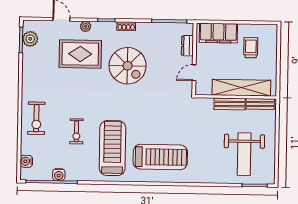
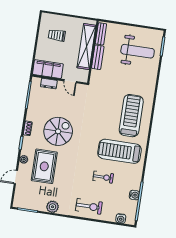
filing cabinet: (218, 33) -> (48, 69), moved, turned -90
plant: (30, 39) -> (53, 207), moved

